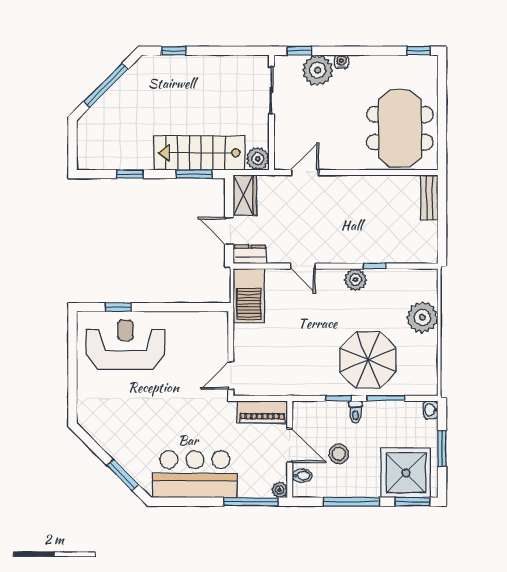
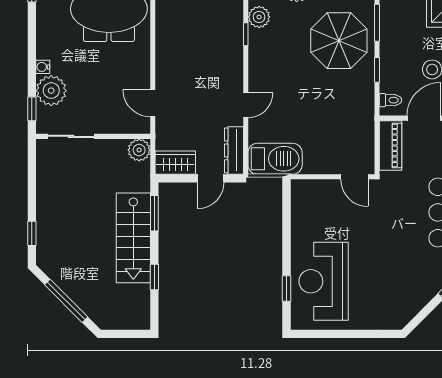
stairs: (199, 153) -> (133, 238), moved
dresser: (250, 254) -> (234, 150), width x1.44
plant: (355, 279) -> (259, 17), moved
toilet: (355, 412) -> (391, 100), moved

